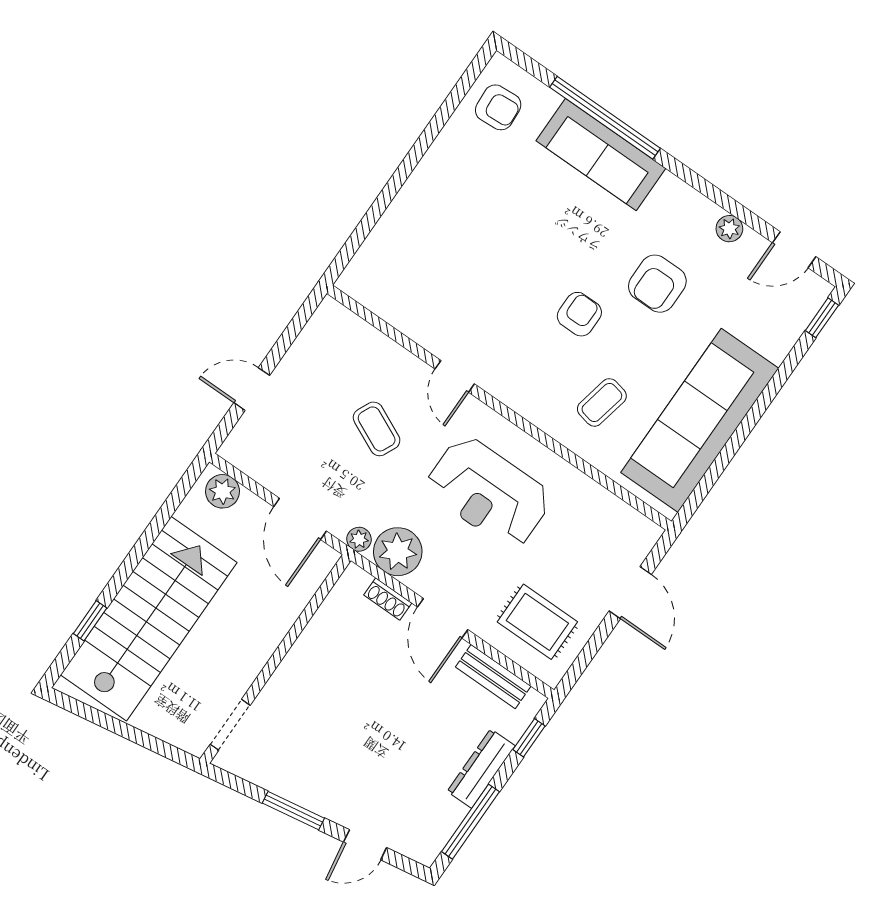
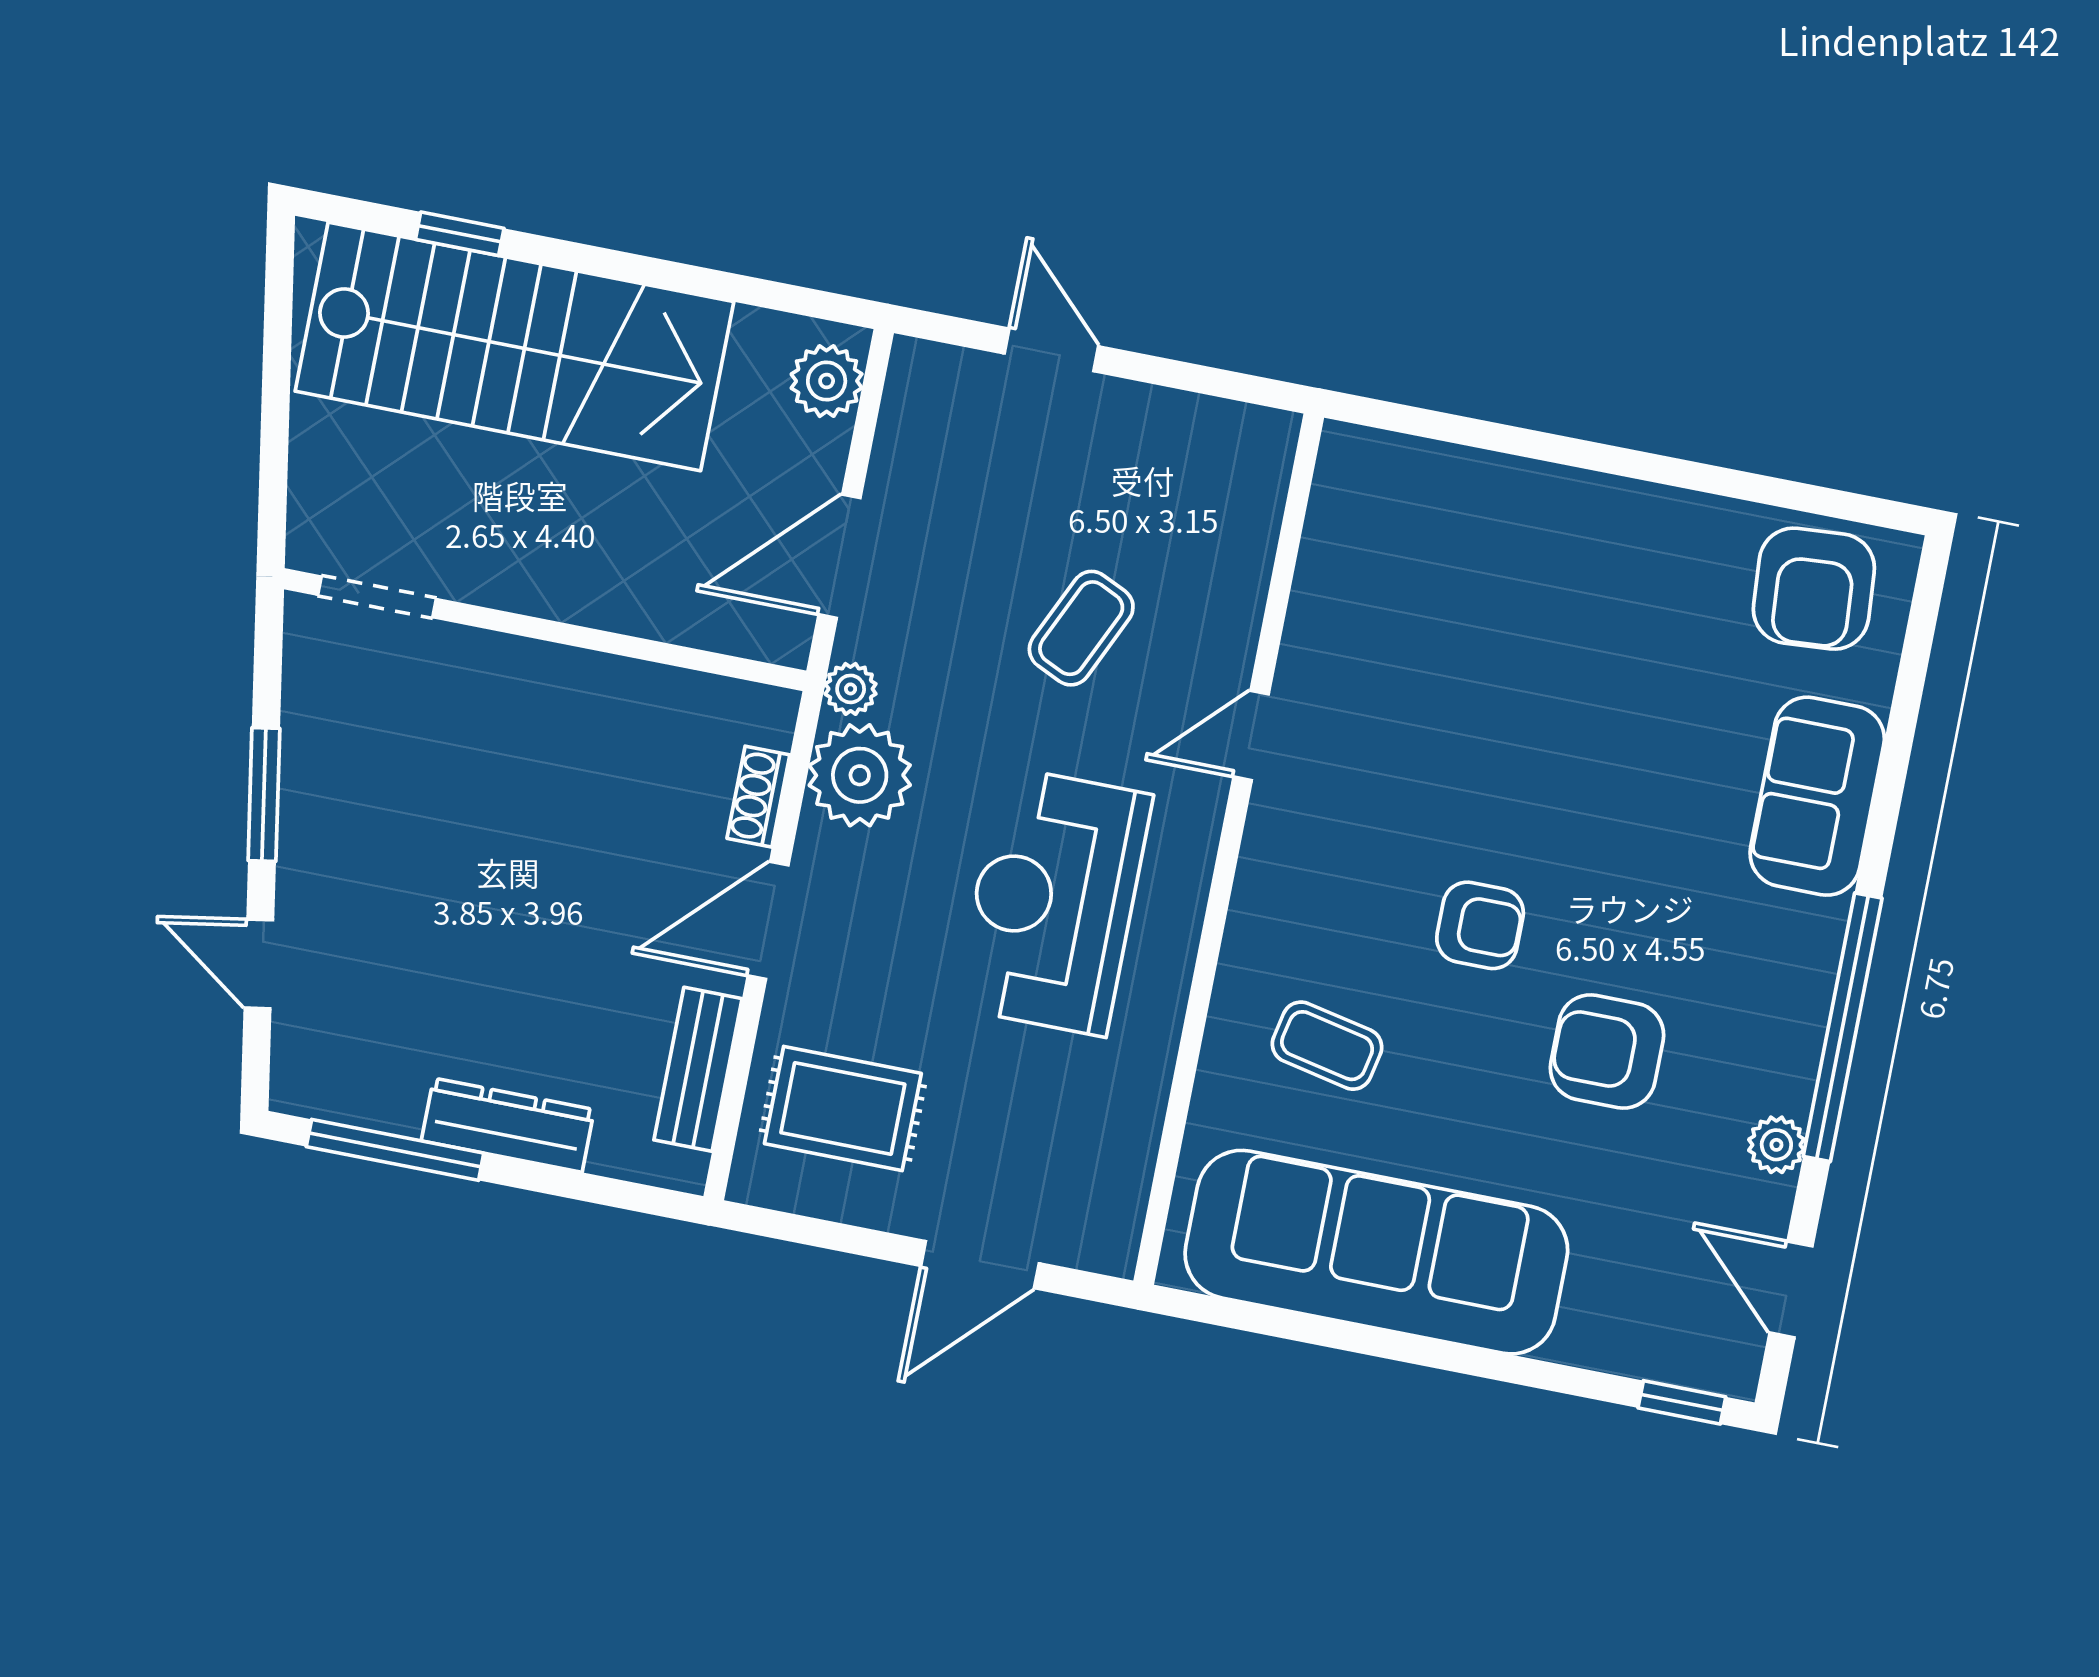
armchair: (498, 107) -> (1814, 589), width x1.38, depth x1.38
window: (605, 118) -> (1843, 1027), moved
sofa: (601, 155) -> (1817, 796), width x0.73
rug: (537, 622) -> (843, 1108), turned 90
window: (529, 738) -> (609, 1192), removed

